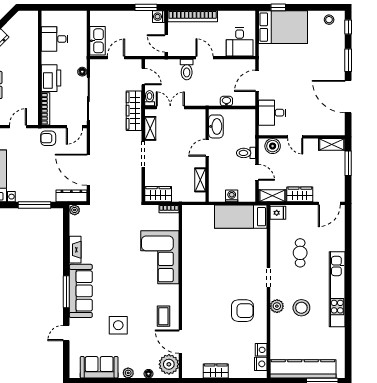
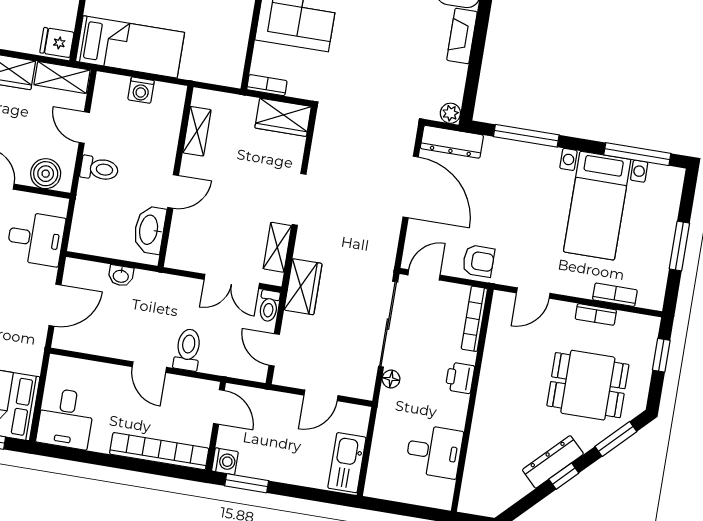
kitchen sink: (97, 41) -> (347, 463), moved
desk: (240, 42) -> (66, 418), moved, turned 180
printer: (51, 78) -> (460, 378), width x0.53, depth x0.68
wardrobe: (134, 111) -> (303, 287), width x0.67

